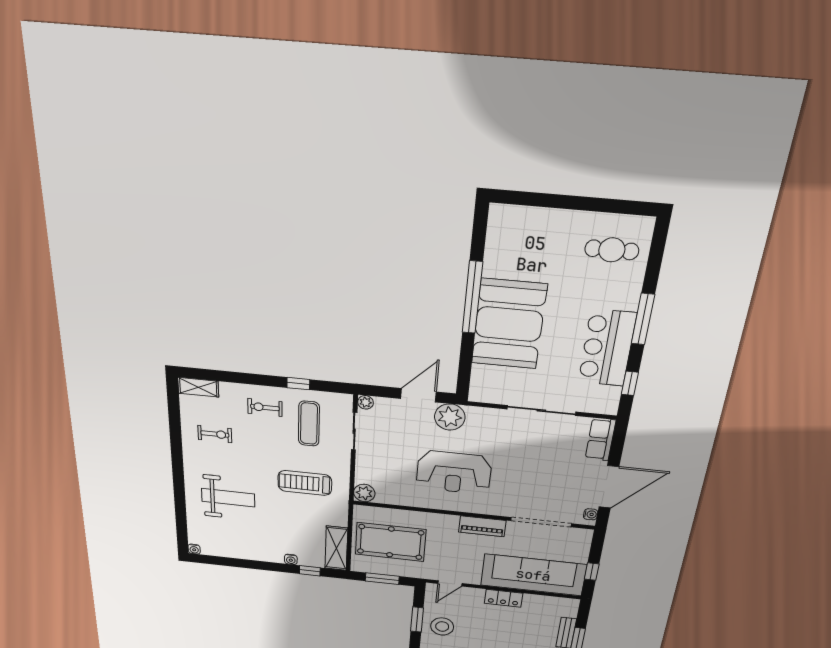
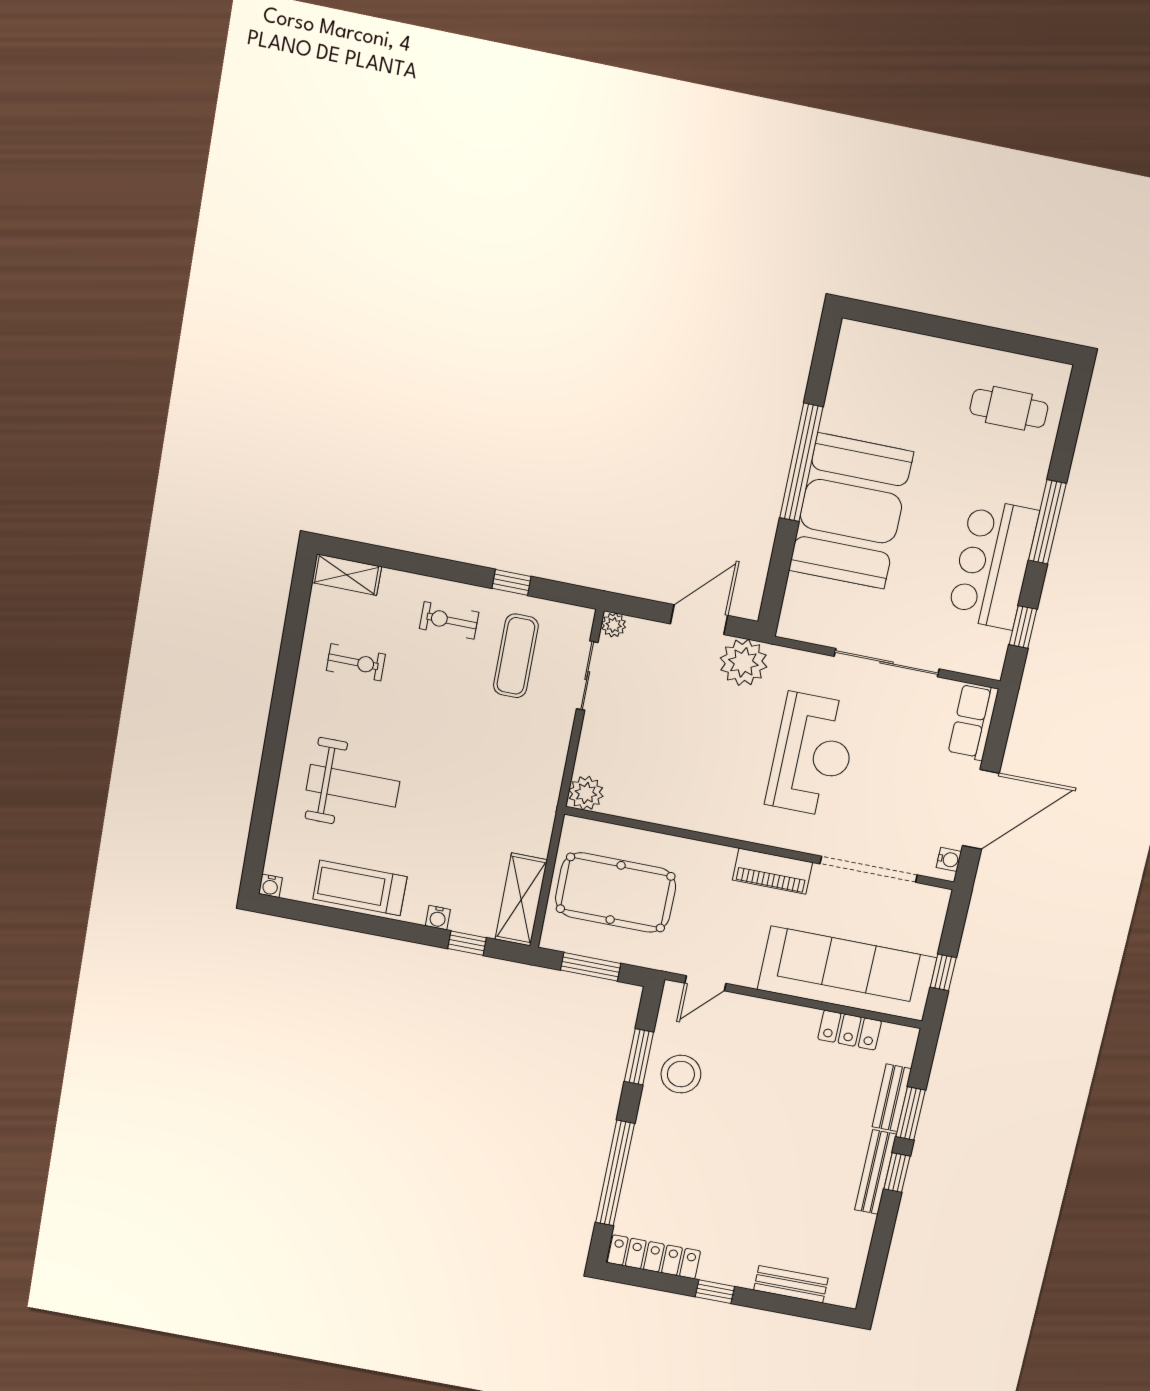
reception desk: (454, 472) -> (812, 755), moved, turned -90
treadmill: (305, 483) -> (360, 888), moved
locker: (503, 598) -> (850, 1030), moved

